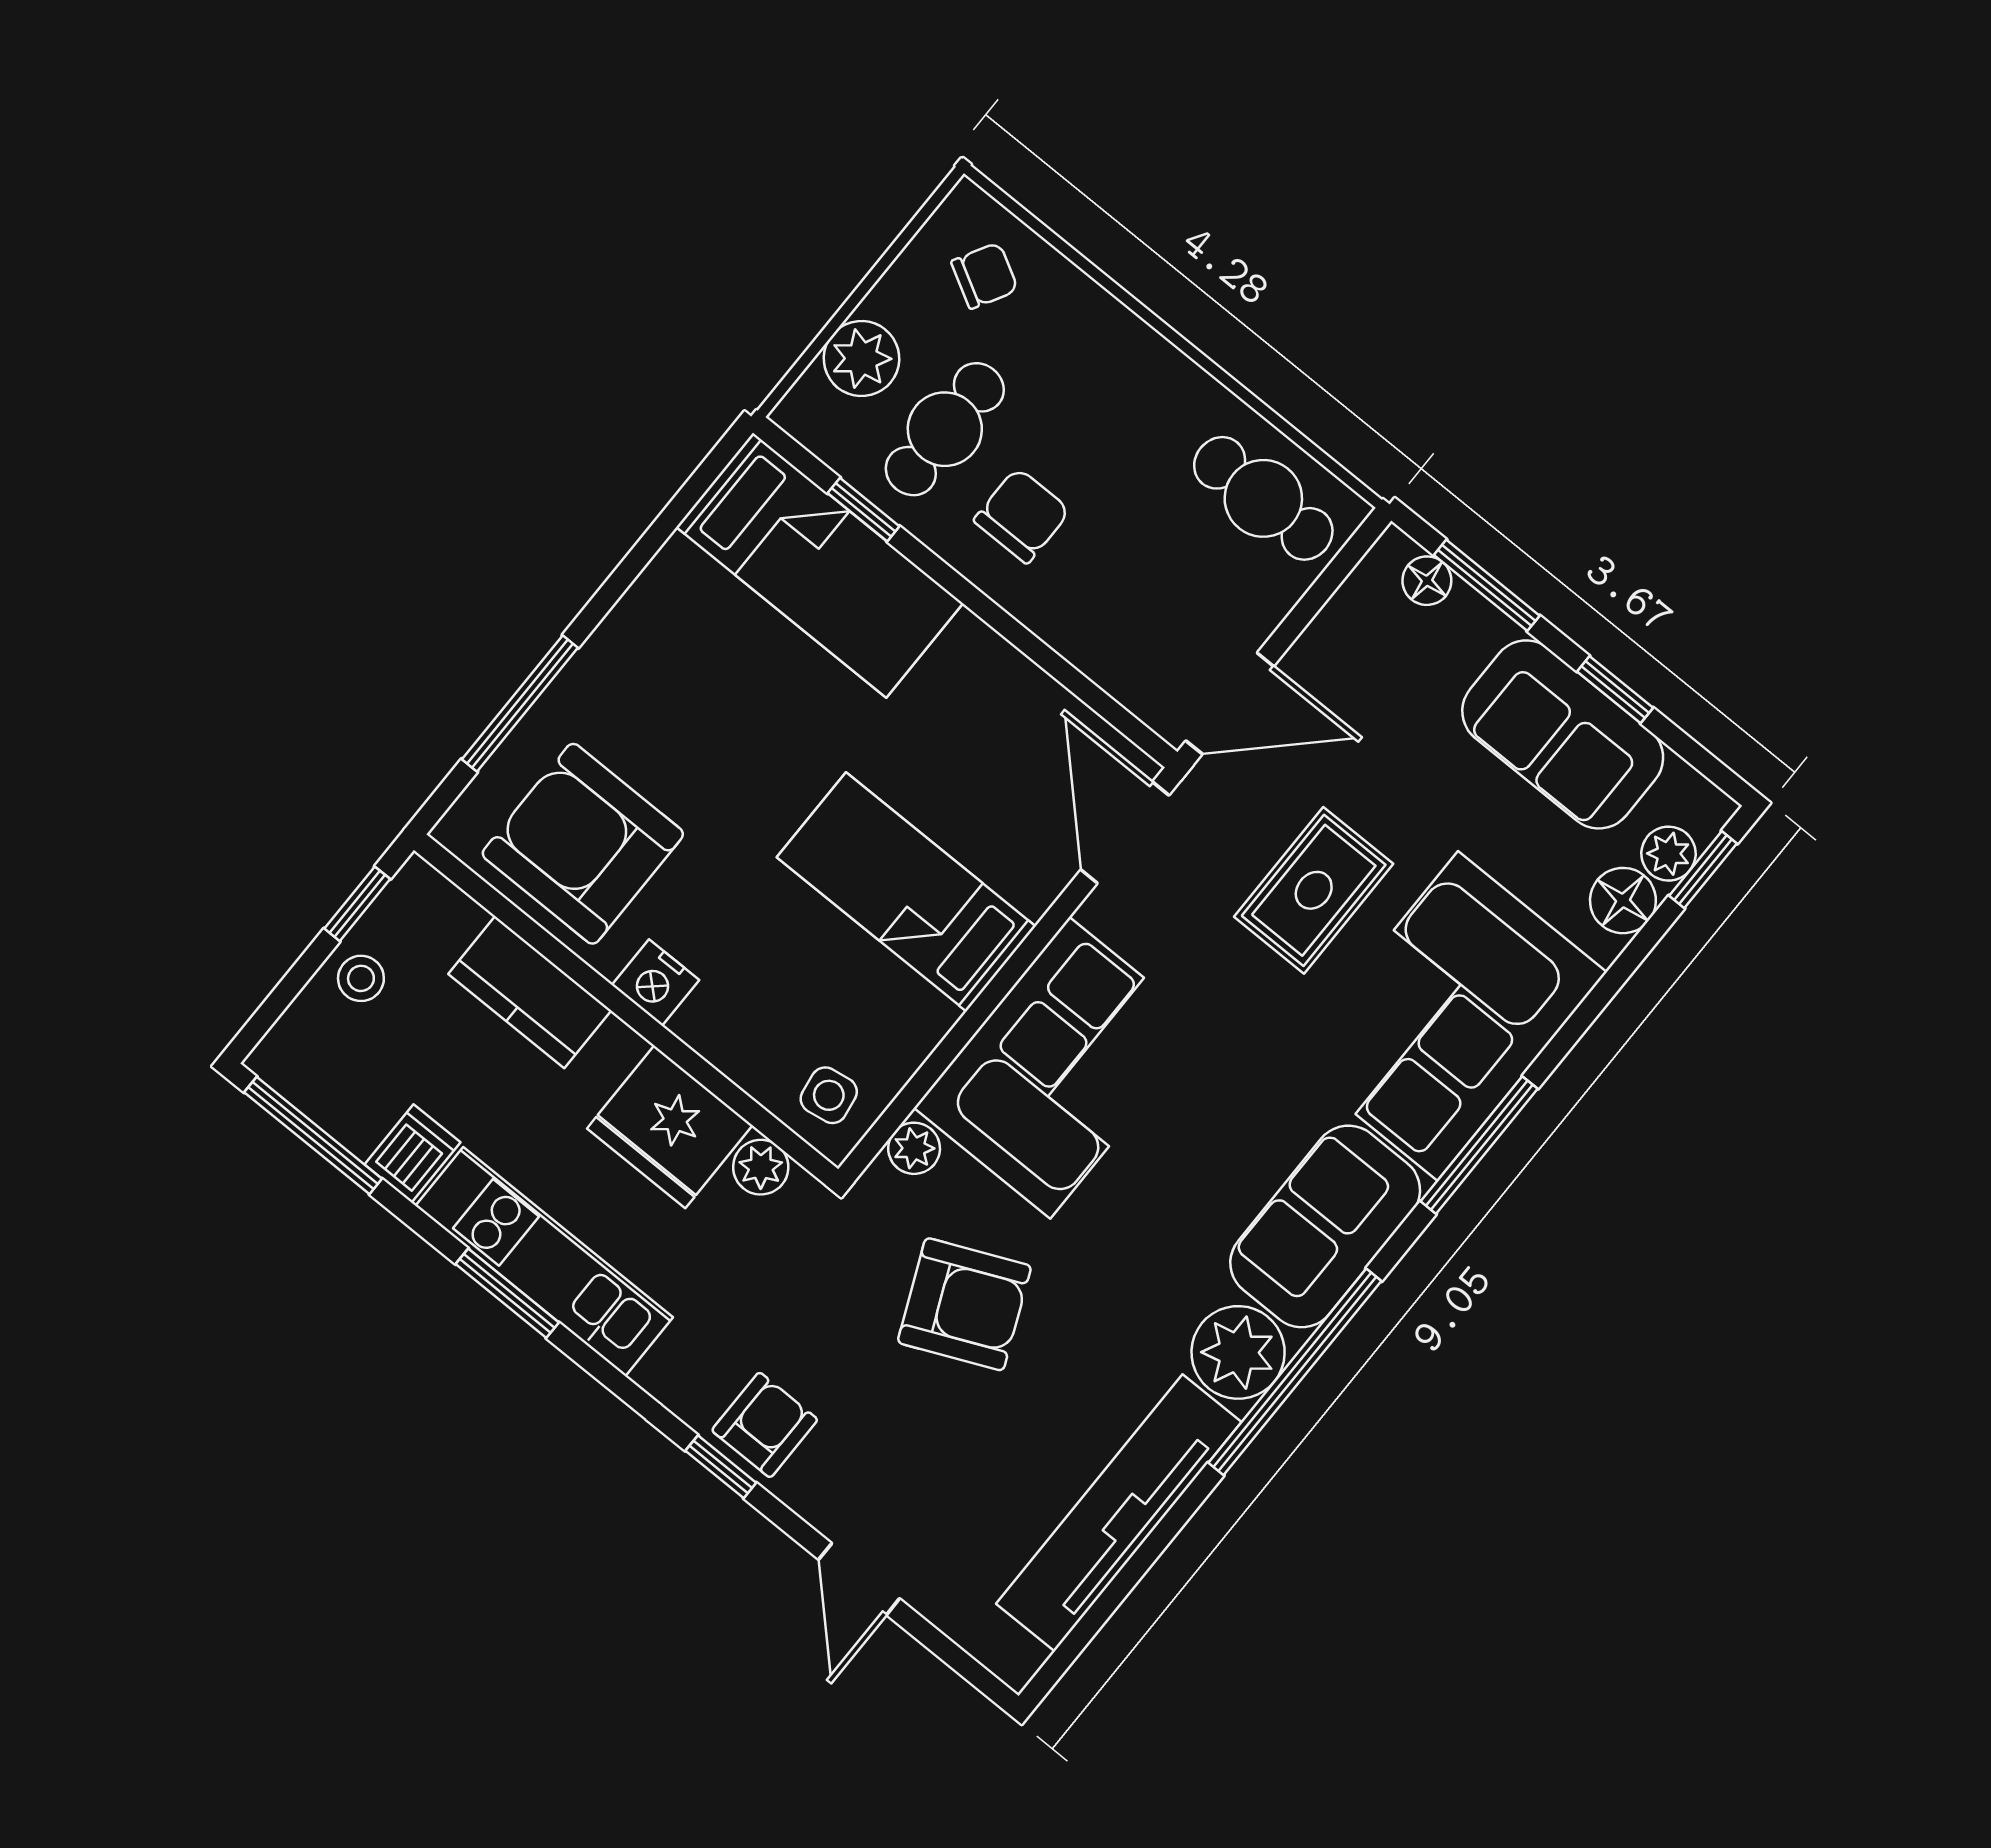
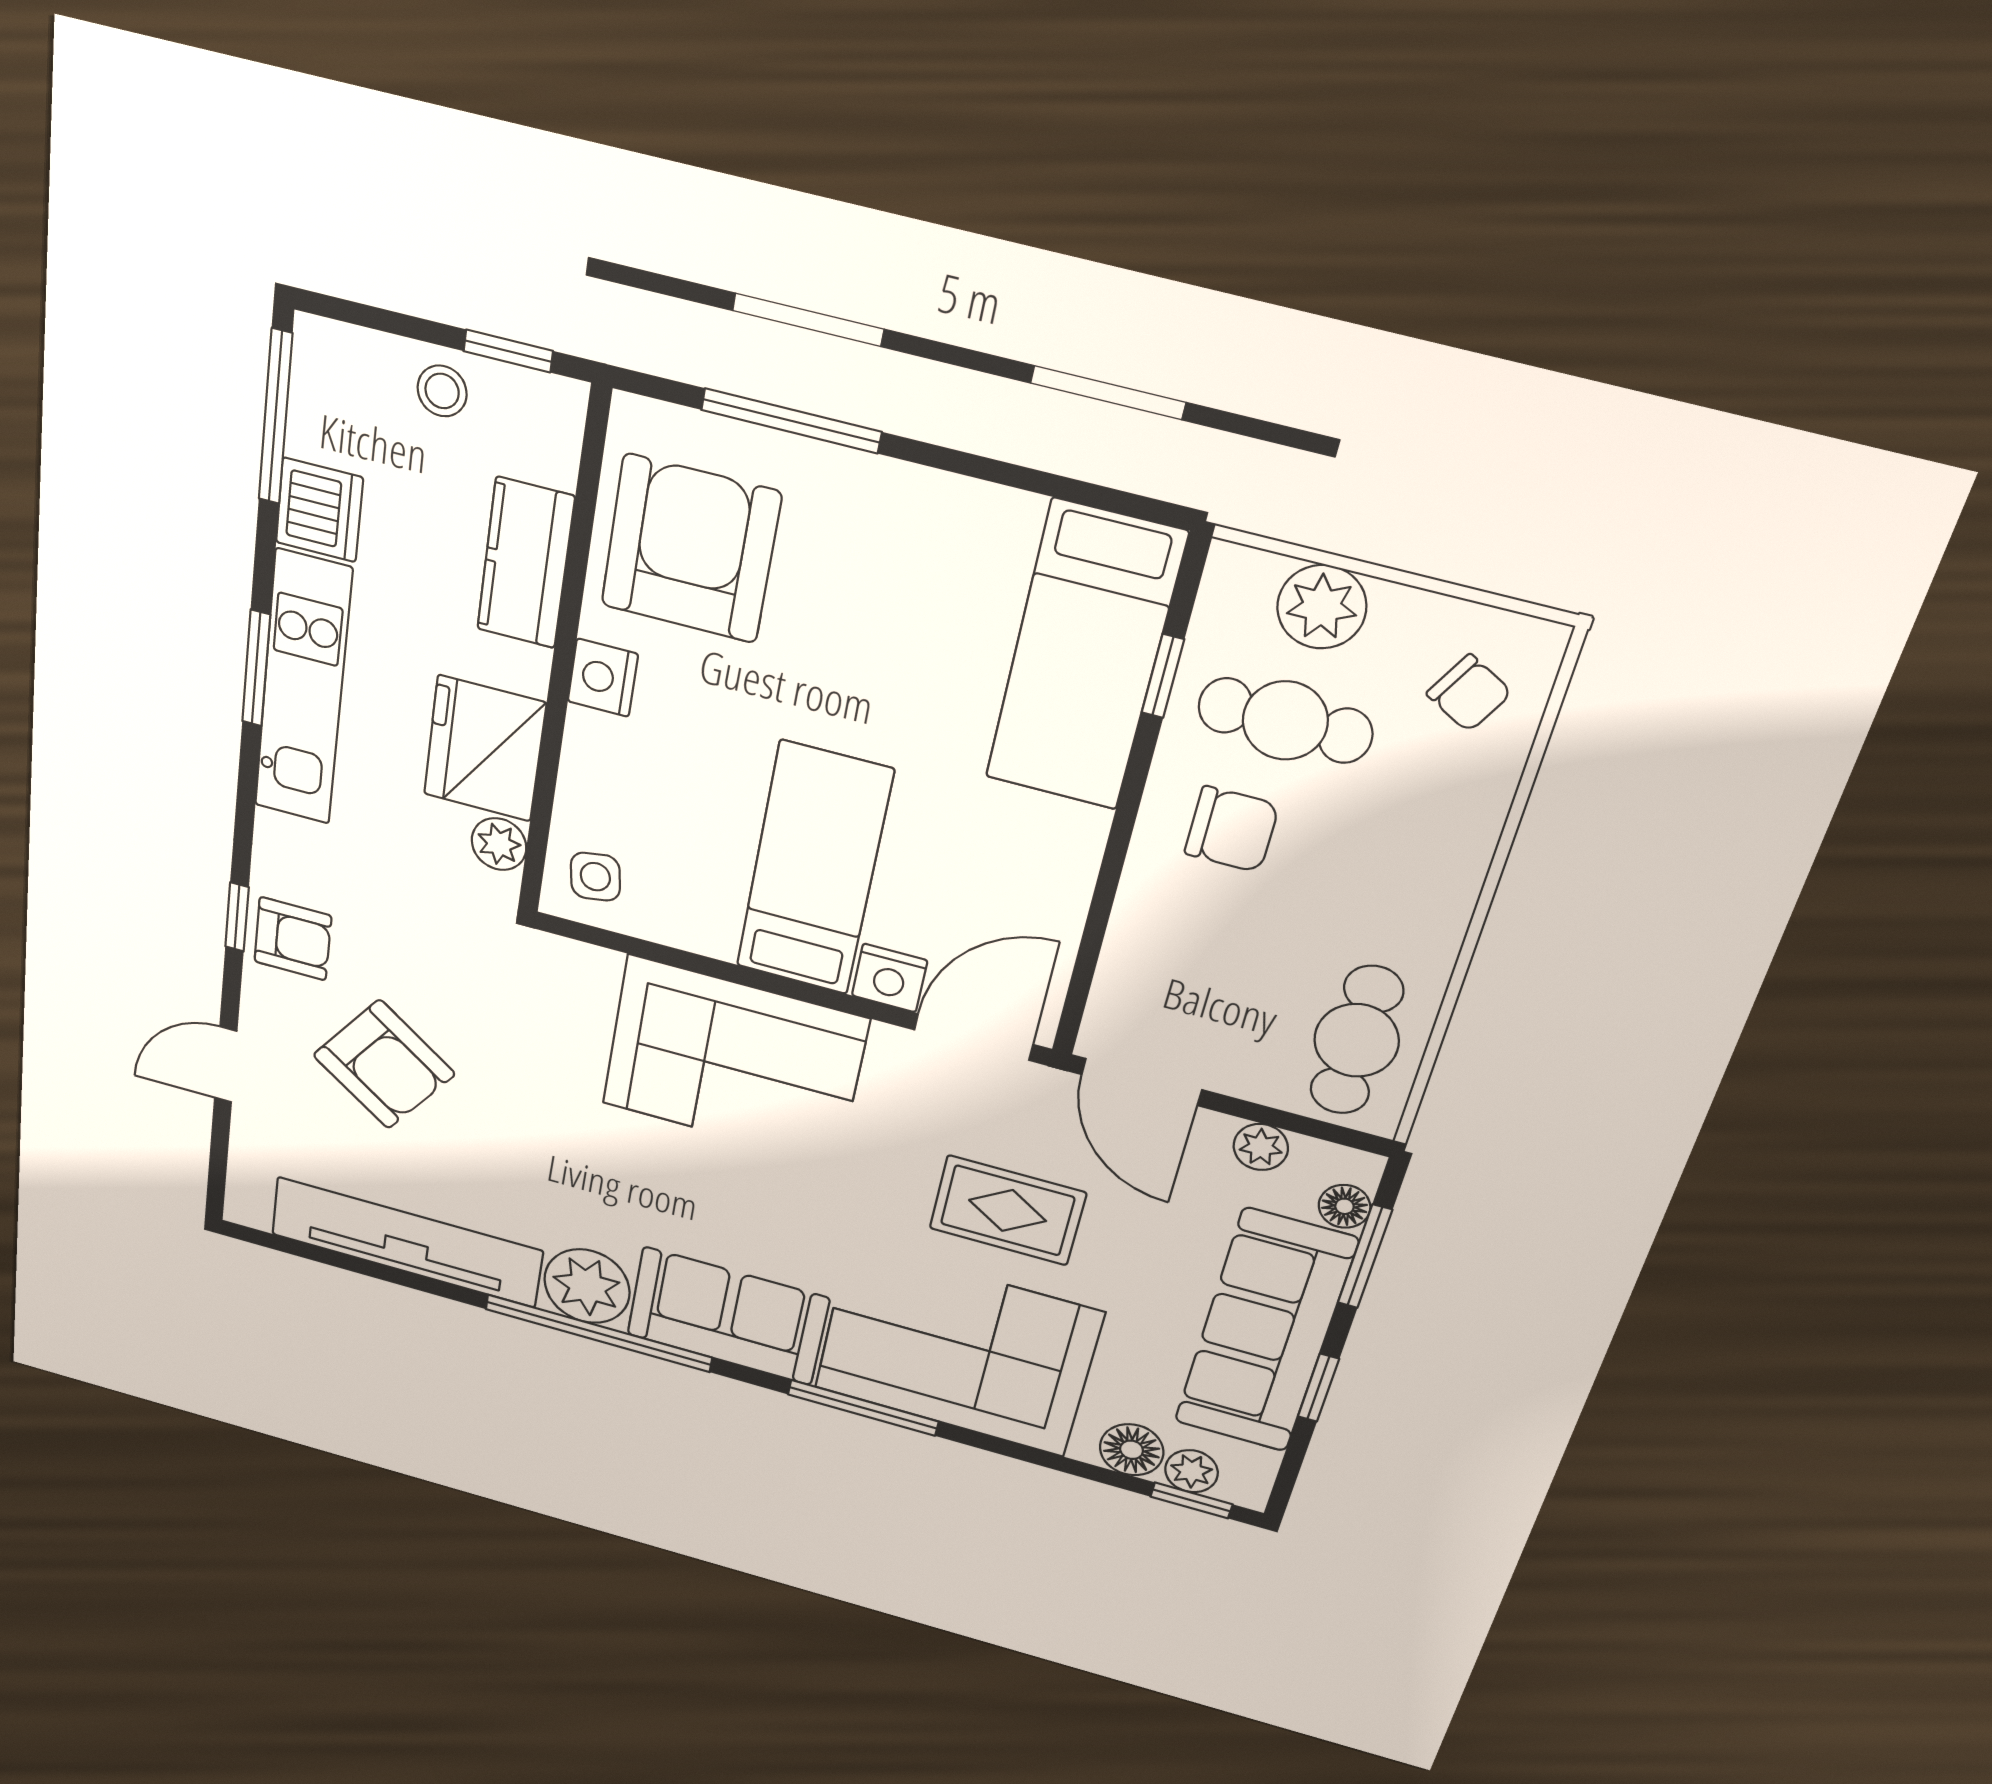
sofa: (1563, 734) -> (1265, 1332), width x1.36
nightstand: (1037, 879) -> (890, 978), added
plant: (914, 1148) -> (1261, 1147), moved
dishwasher: (413, 1153) -> (319, 510), width x1.38
armchair: (964, 1304) -> (384, 1065), moved, turned -30

